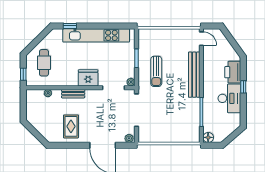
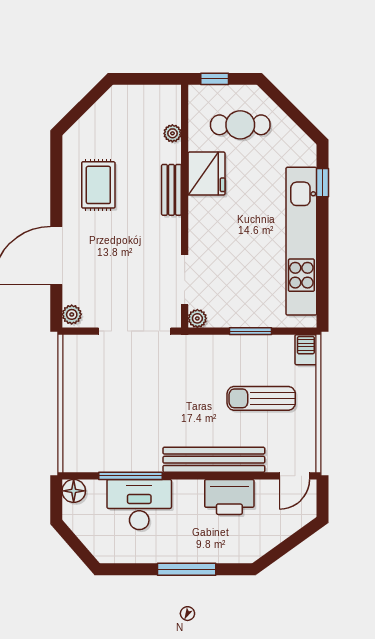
barbecue: (145, 33) -> (306, 350), added
sun lounger: (156, 71) -> (261, 398), moved
printer: (233, 72) -> (229, 497), moved, turned 180
fridge: (88, 78) -> (207, 174), moved
window: (243, 87) -> (187, 569), width x2.17
desk: (229, 98) -> (139, 505), moved, turned 180
rug: (71, 126) -> (98, 185), turned 90

